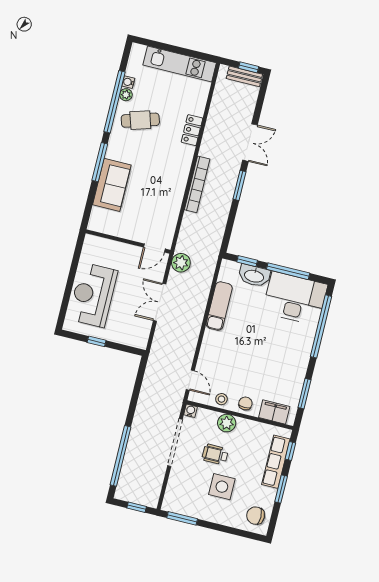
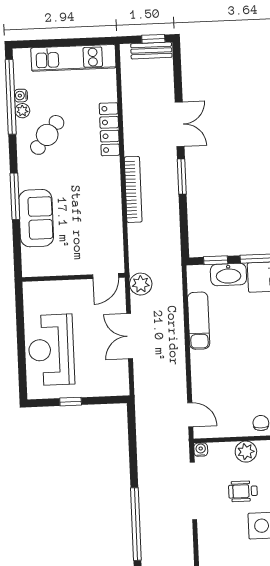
window: (115, 102) -> (11, 97), moved
cafe table: (140, 120) -> (47, 135), turned -34
locker: (192, 130) -> (109, 129), width x1.53
stool: (221, 399) -> (232, 426), removed

